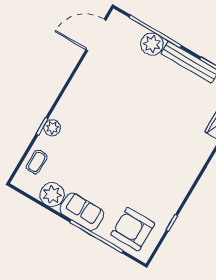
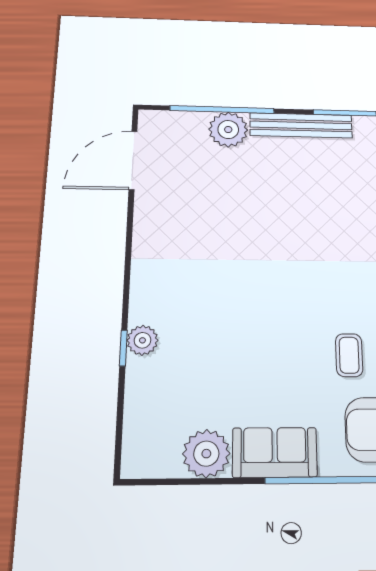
coffee table: (37, 162) -> (349, 355), moved

